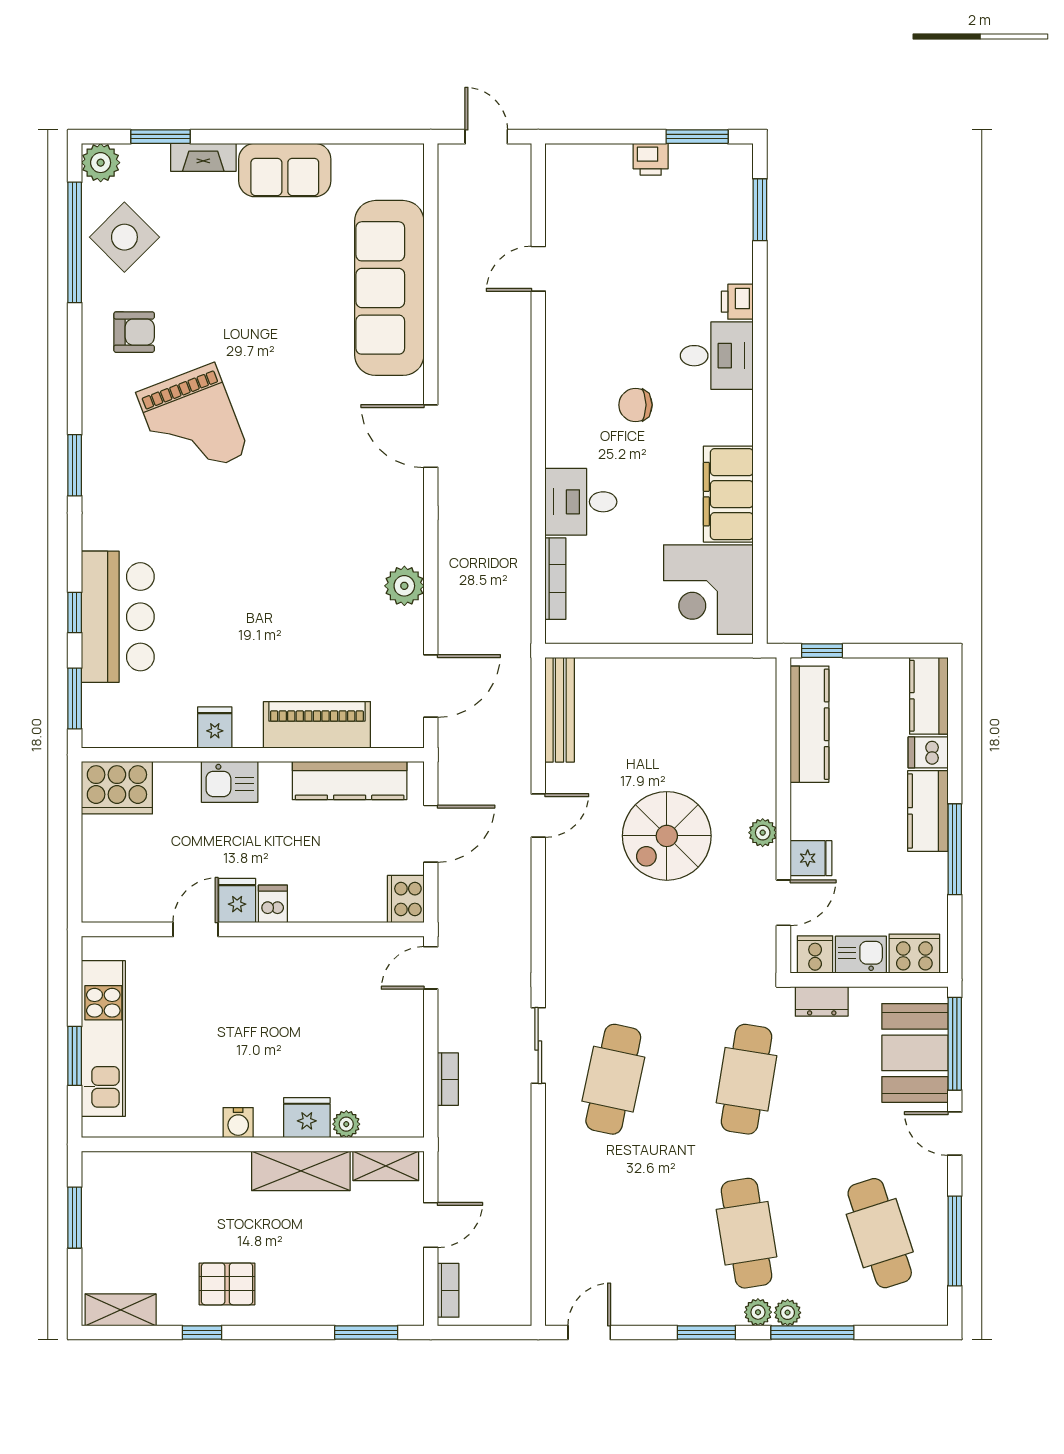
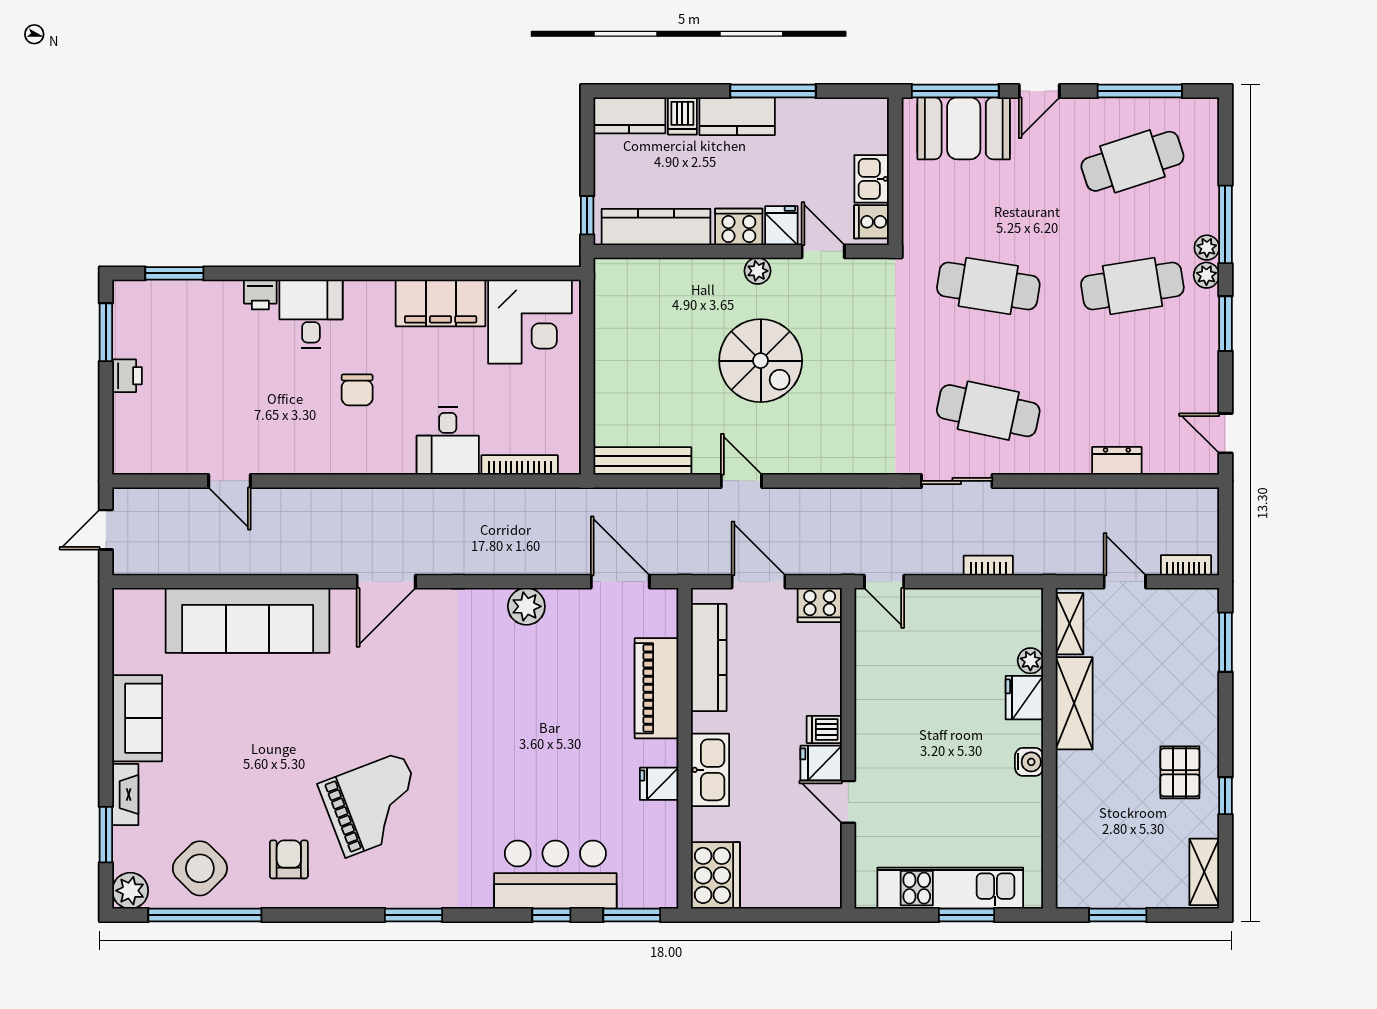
kitchen sink: (230, 782) -> (710, 770), width x1.38
cooker: (914, 954) -> (739, 227), moved, turned 90
dresser: (822, 1001) -> (1117, 461), moved, turned -90

